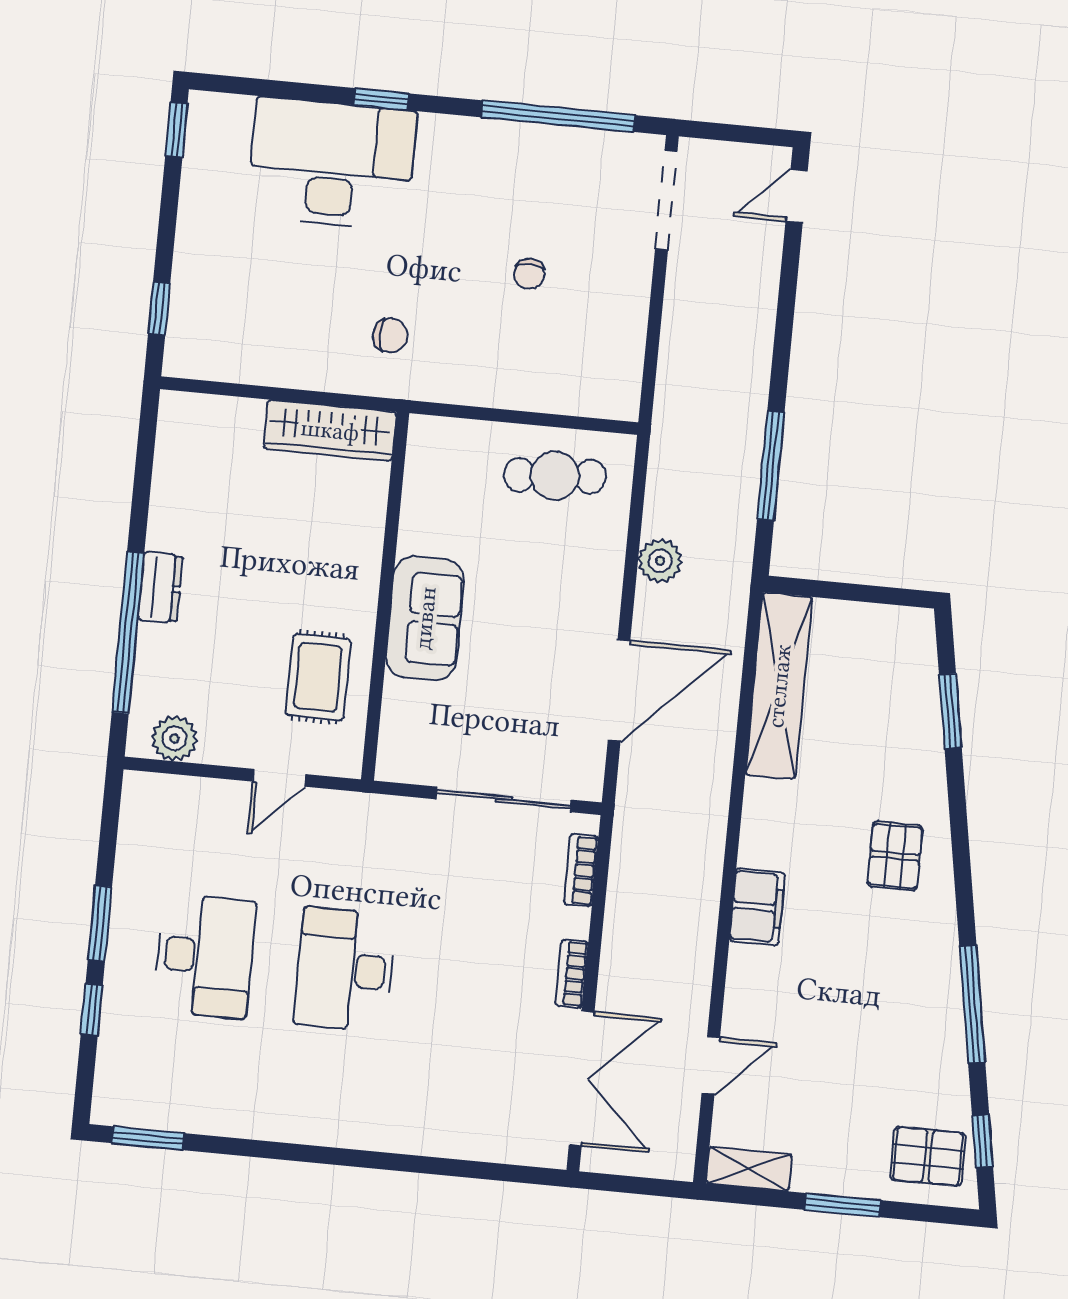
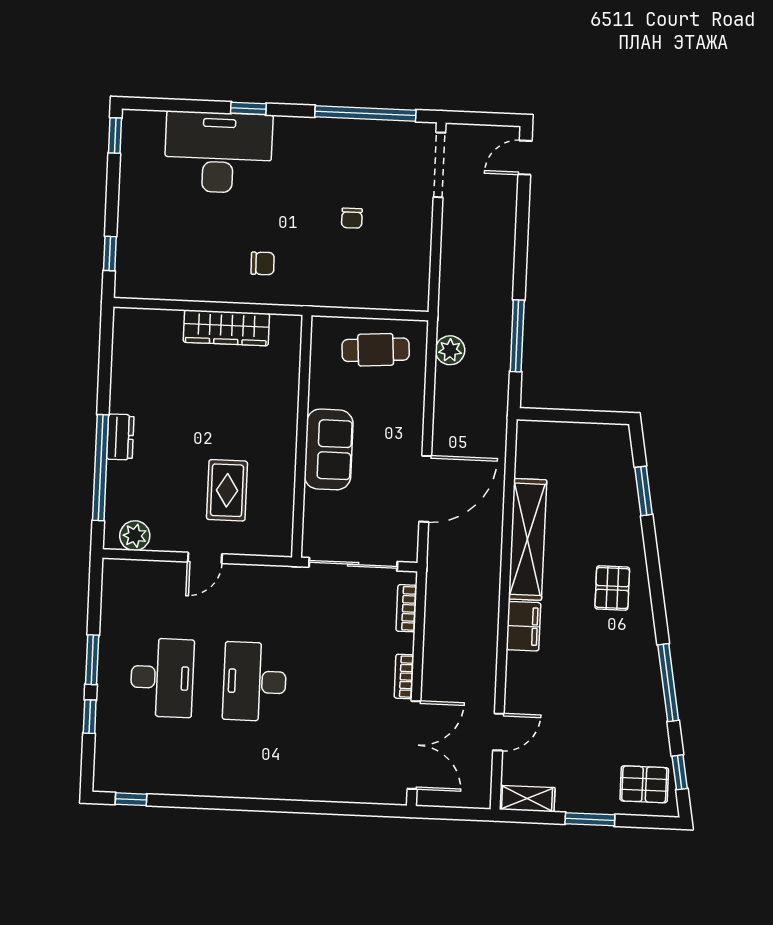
plant: (660, 561) -> (450, 350), moved
wall: (385, 596) -> (302, 436), moved
sofa: (425, 618) -> (329, 449), moved
shelving: (779, 686) -> (528, 539), moved
window: (148, 1138) -> (131, 799), width x0.67

